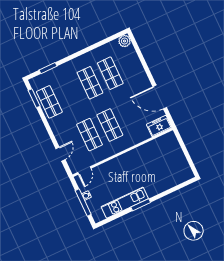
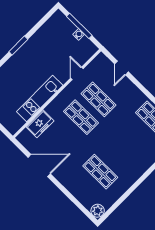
shop shelf: (90, 83) -> (118, 154), removed
freezer: (159, 126) -> (40, 124), moved
door: (84, 170) -> (77, 73), moved
kitchen unit: (125, 203) -> (40, 99), moved, turned 180

